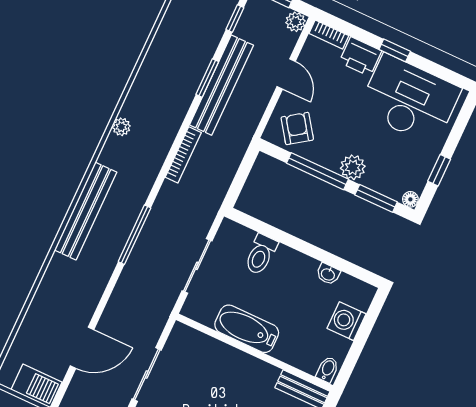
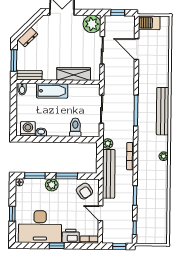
plant: (296, 22) -> (108, 144), moved
bench: (221, 85) -> (109, 174), moved
window: (439, 170) -> (12, 214), moved
window: (317, 171) -> (67, 176), width x0.69
washing machine: (346, 321) -> (28, 129), moved, turned -90
bathtub: (247, 329) -> (52, 91), moved
door: (82, 348) -> (137, 49), hinge flipped
wardrobe: (219, 355) -> (74, 74), added

